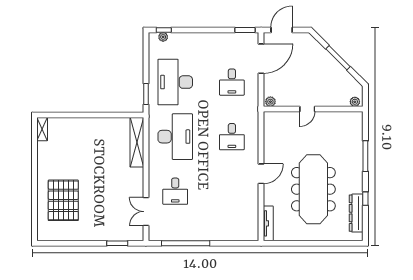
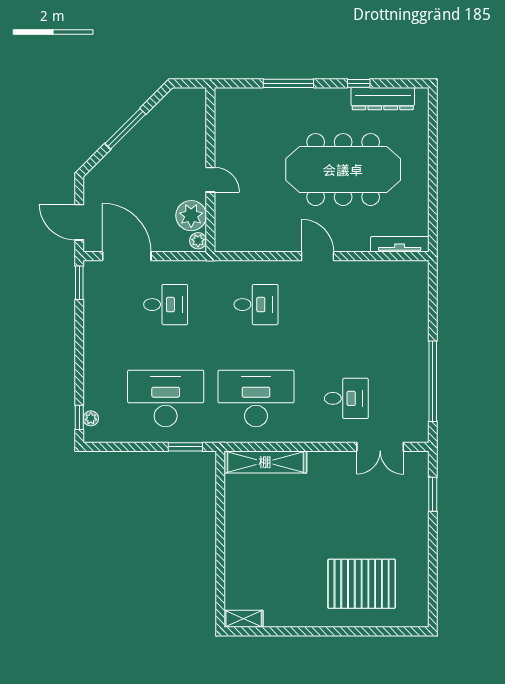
desk: (175, 82) -> (166, 398), turned 180
plant: (355, 102) -> (191, 216), moved, width x1.87, depth x1.87

